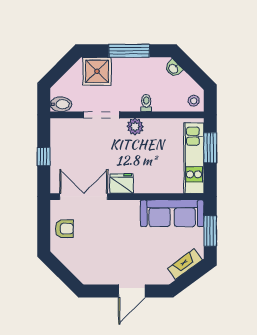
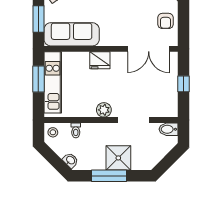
shower: (97, 71) -> (118, 158), moved
toilet: (146, 103) -> (76, 130), moved
window: (210, 148) -> (38, 79), moved
fridge: (122, 184) -> (100, 60), moved
armchair: (64, 229) -> (166, 21), turned -90

